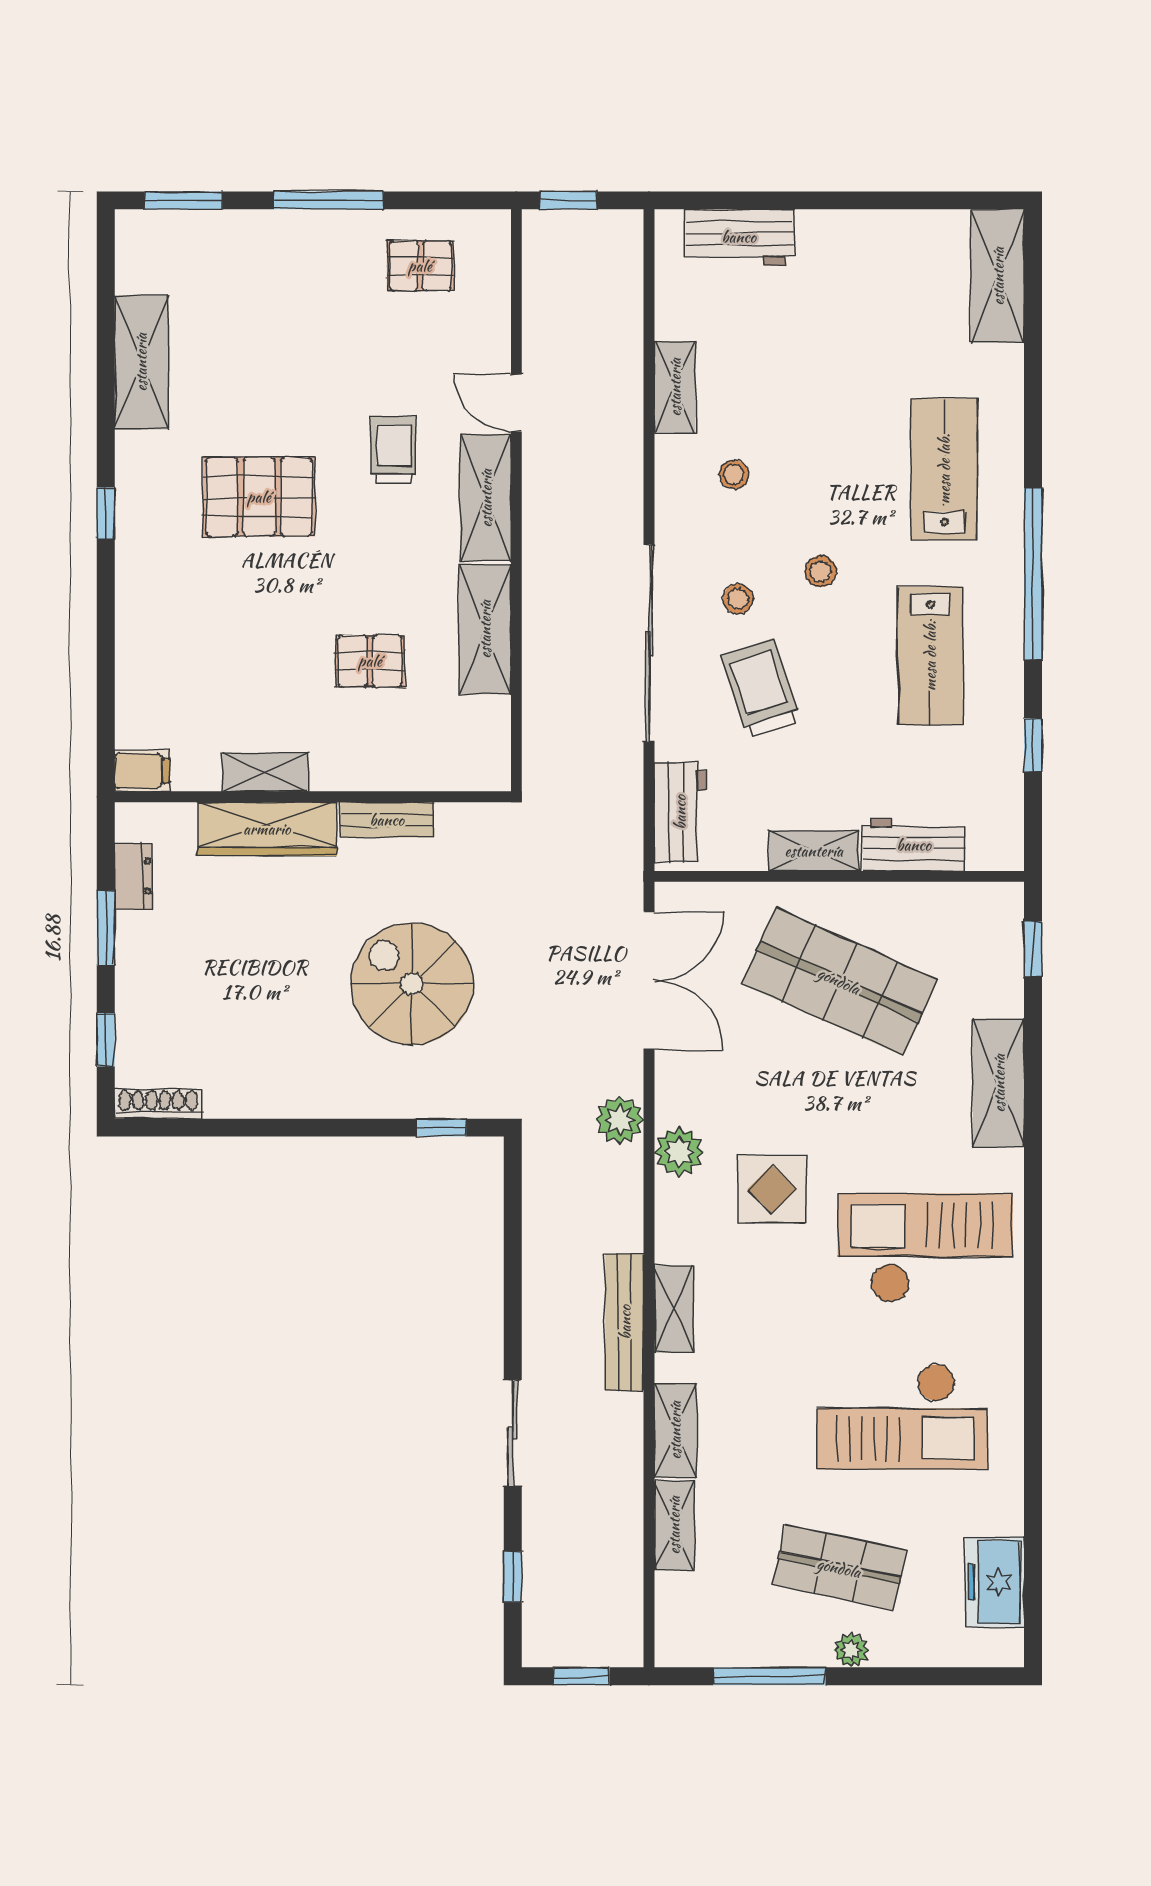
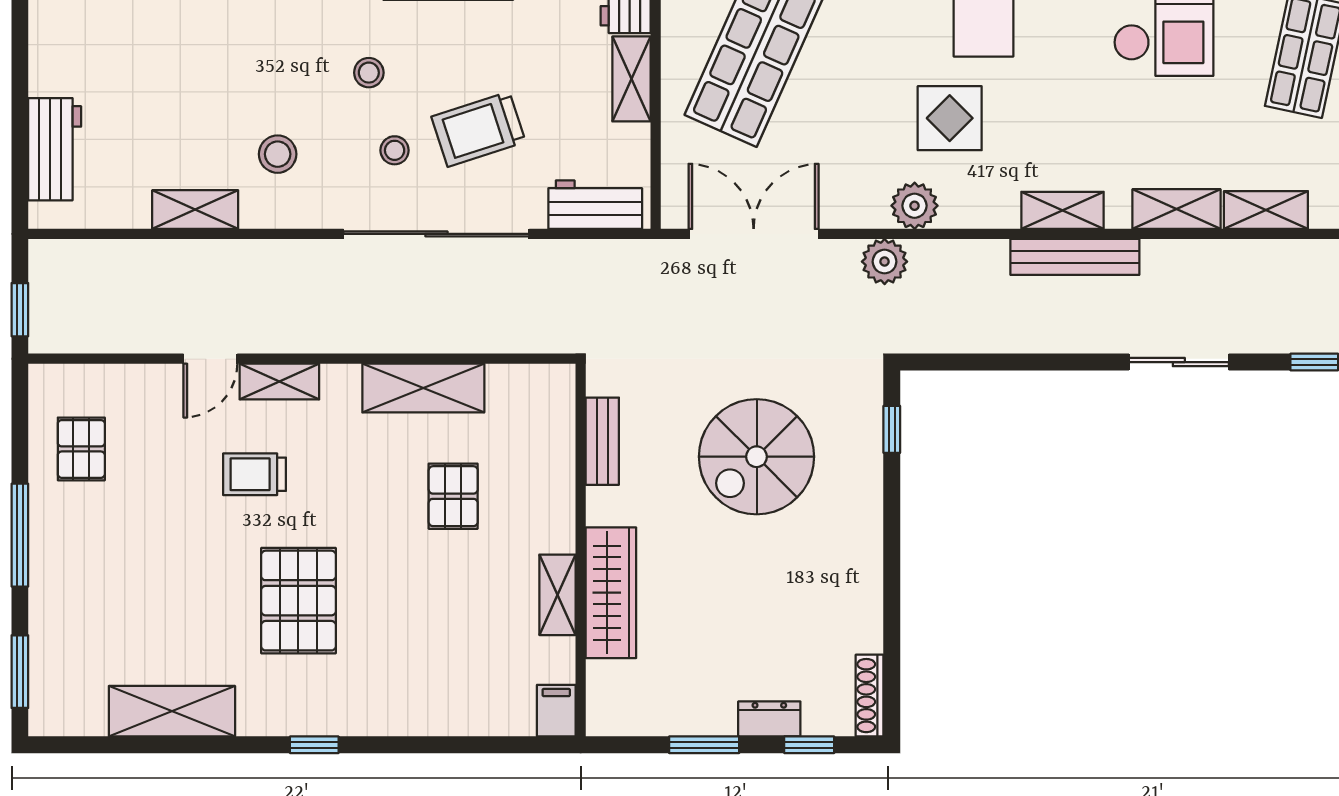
stool: (734, 474) -> (278, 154), width x1.37, depth x1.37
shelving: (486, 498) -> (279, 382), width x0.67, depth x0.75
bench: (387, 820) -> (602, 441), moved
dresser: (133, 876) -> (769, 719), moved

